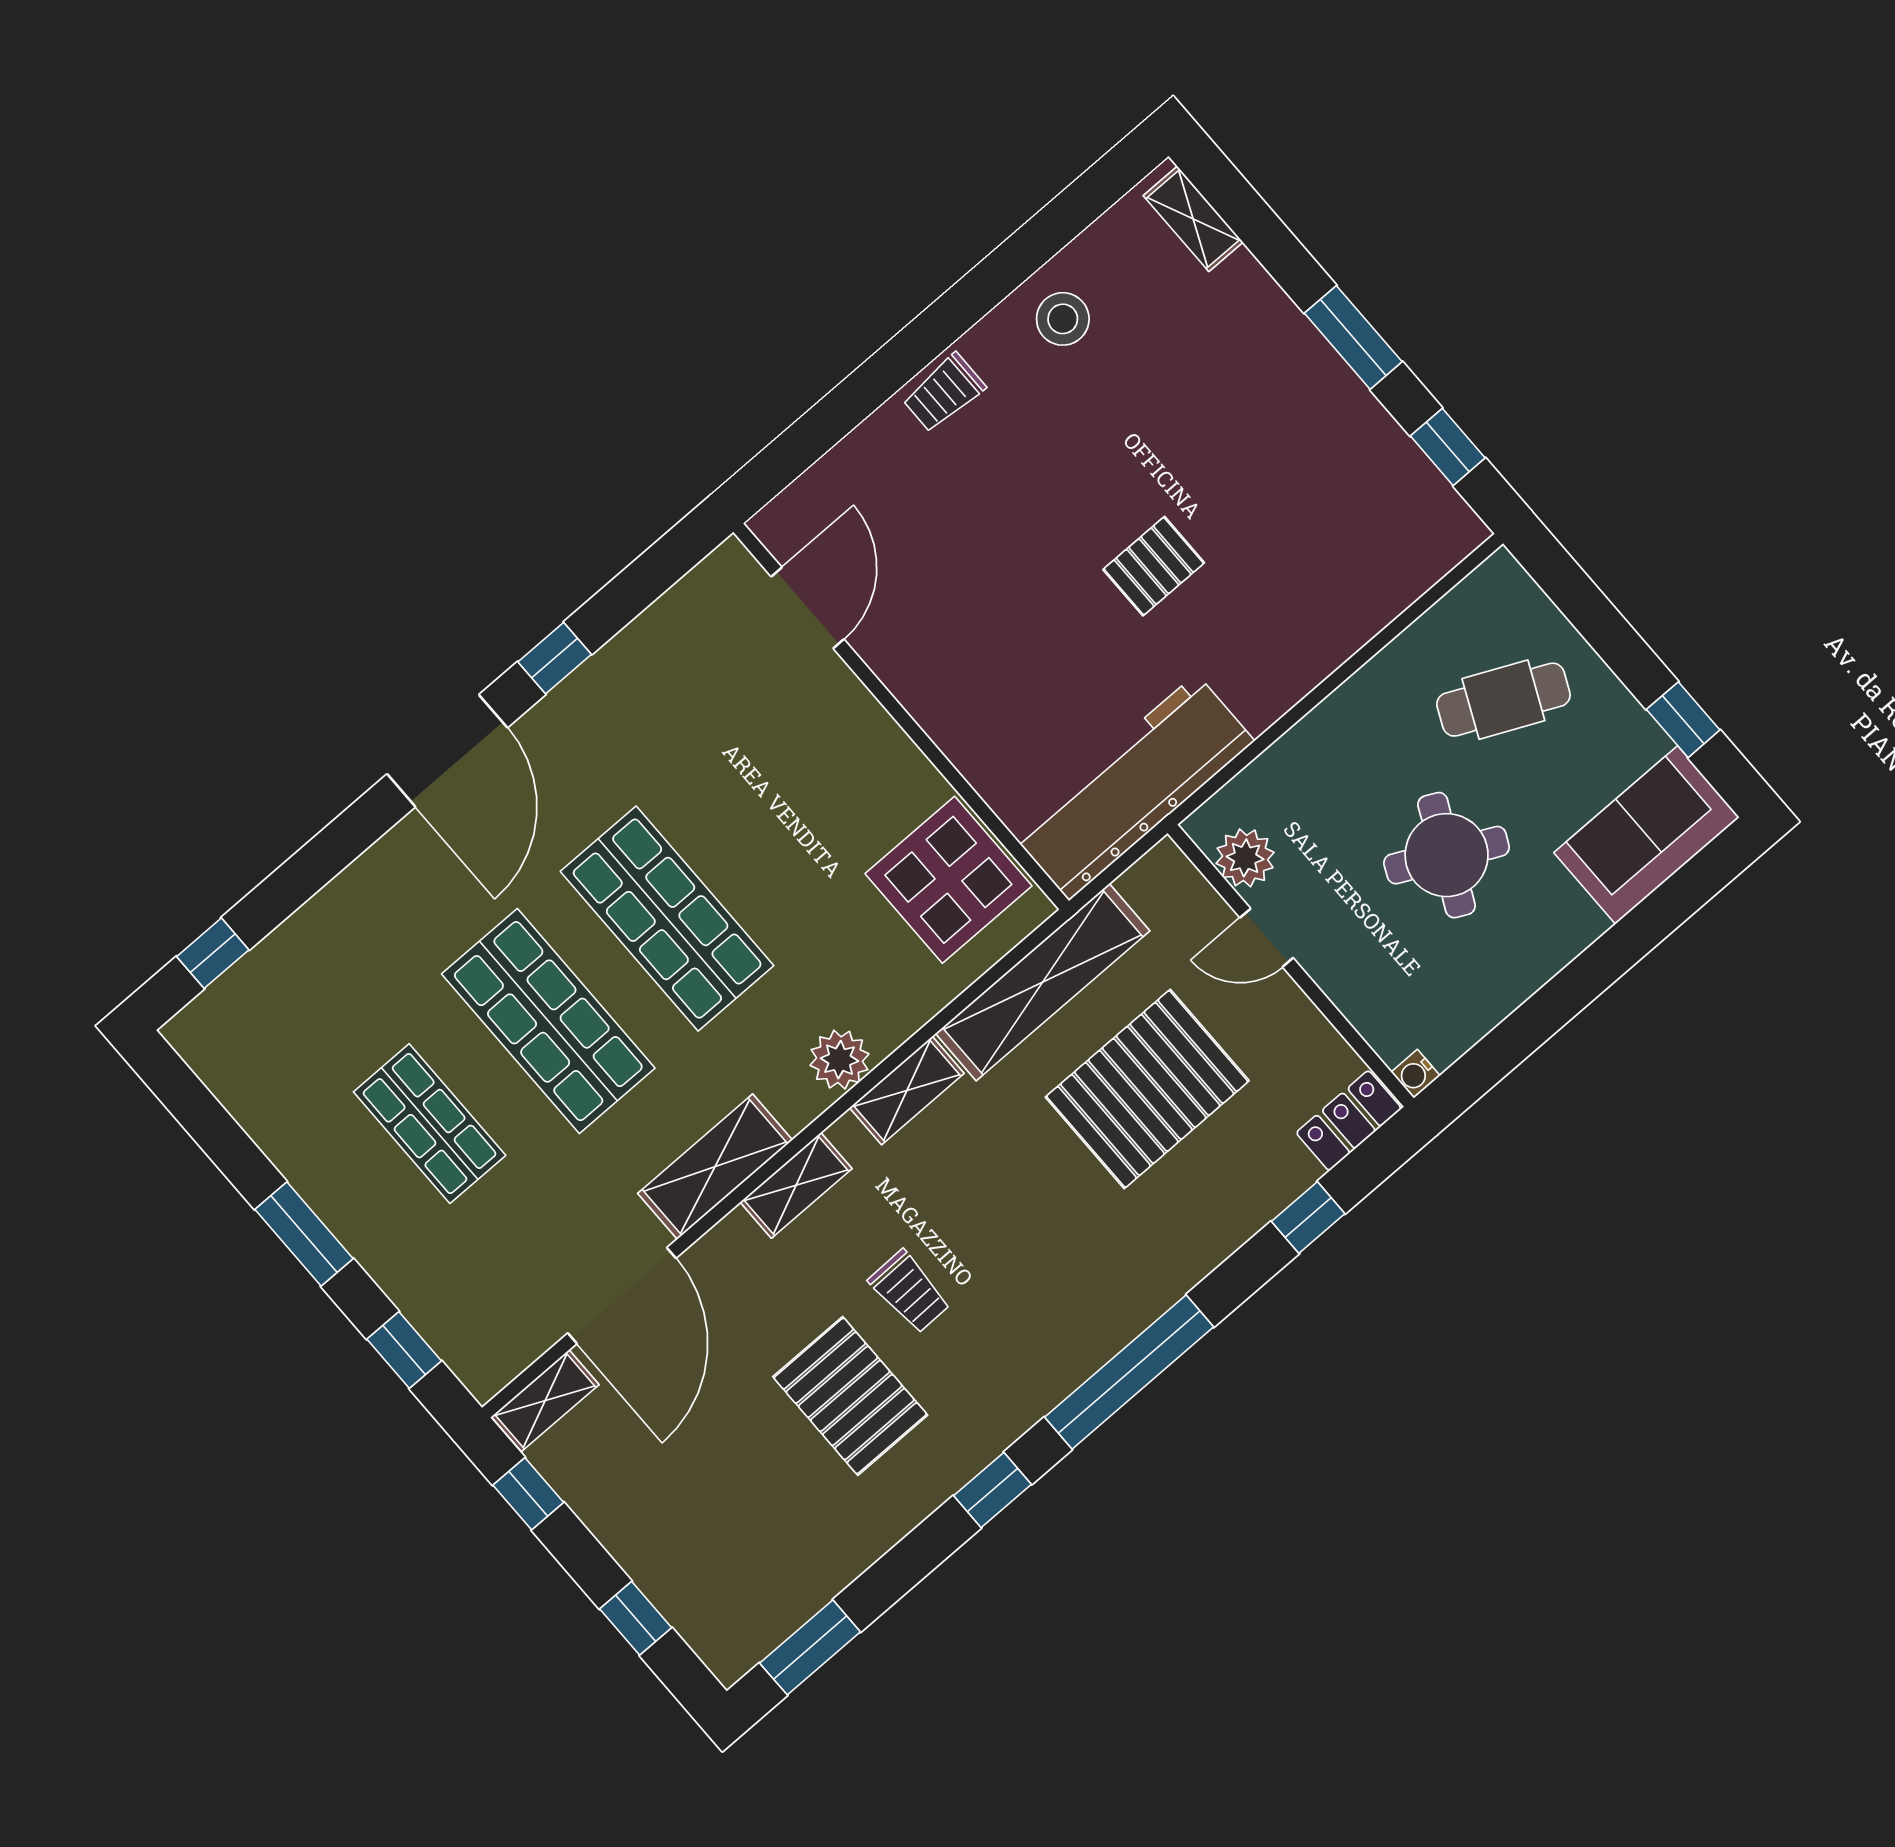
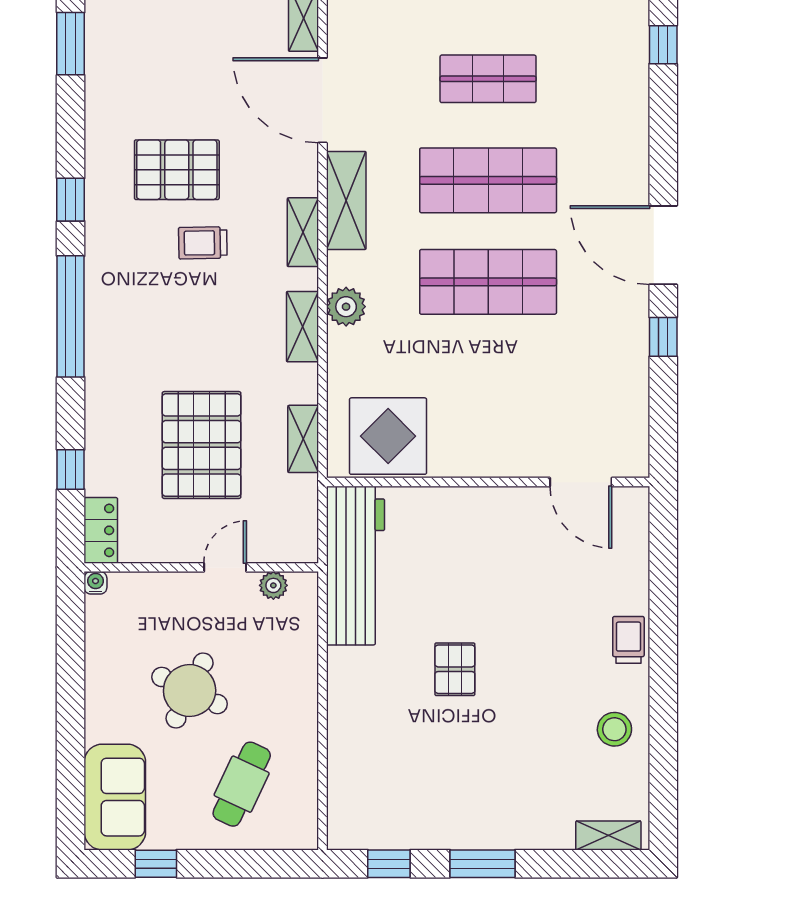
plant: (1245, 858) -> (273, 585), width x0.73, depth x0.73
shelving: (1043, 982) -> (303, 439), width x0.45, depth x0.75

